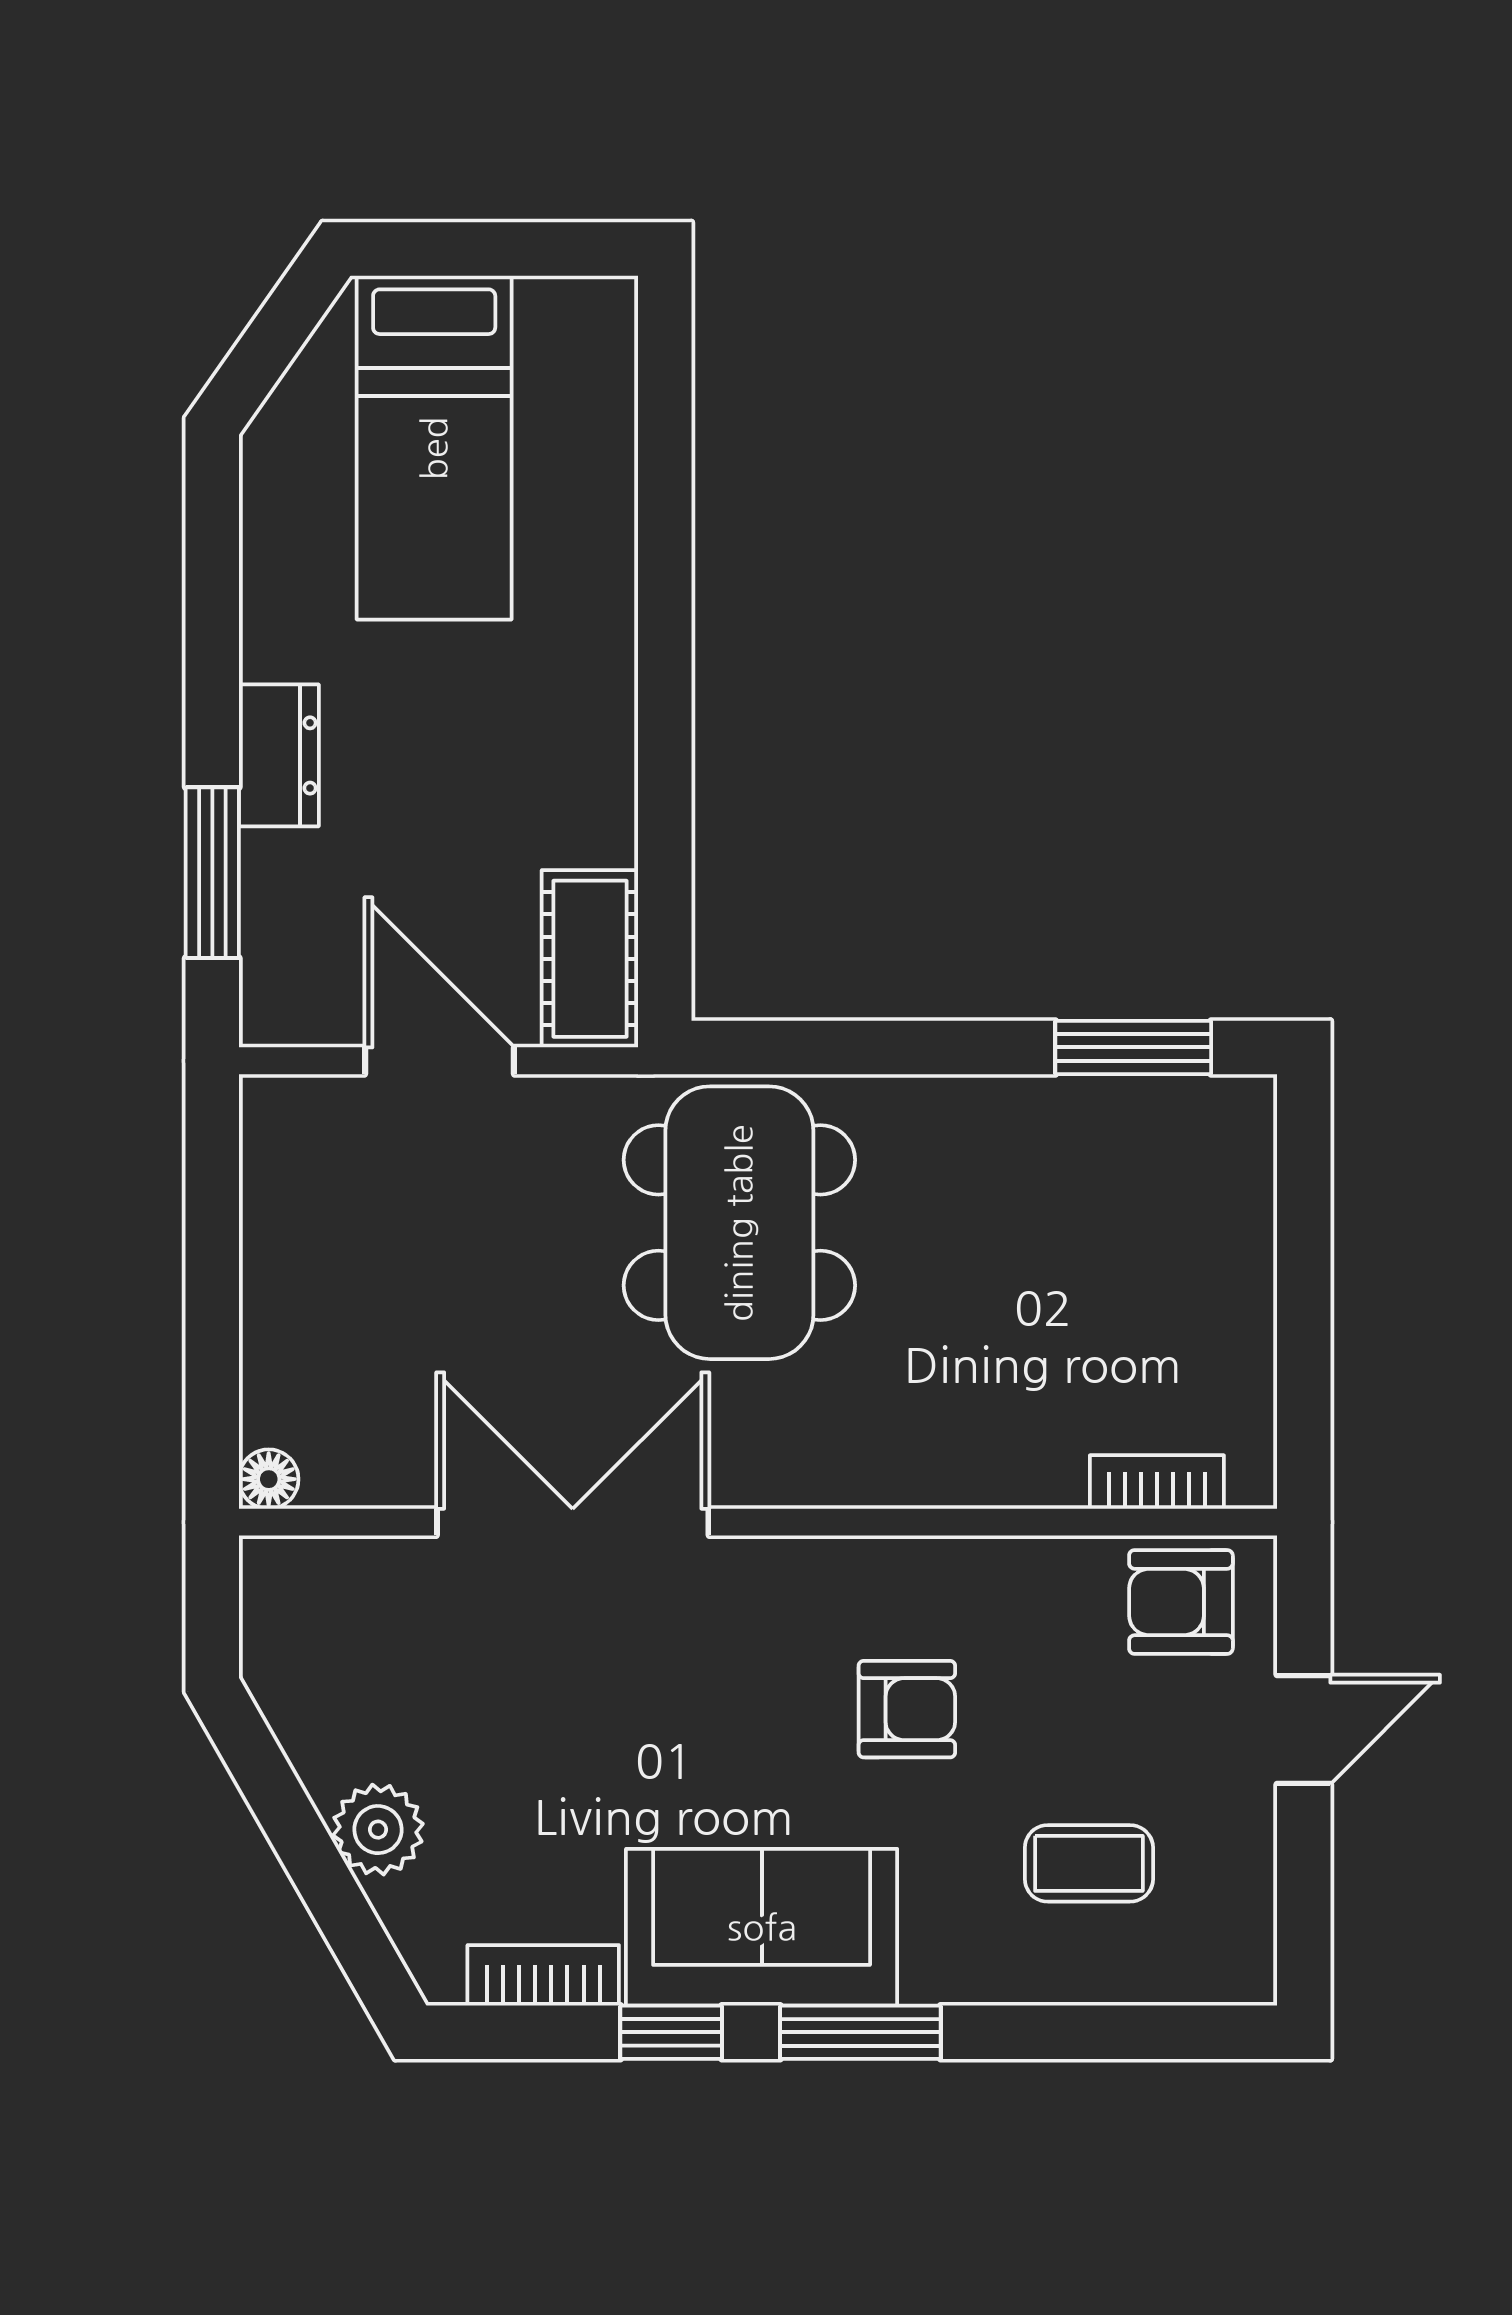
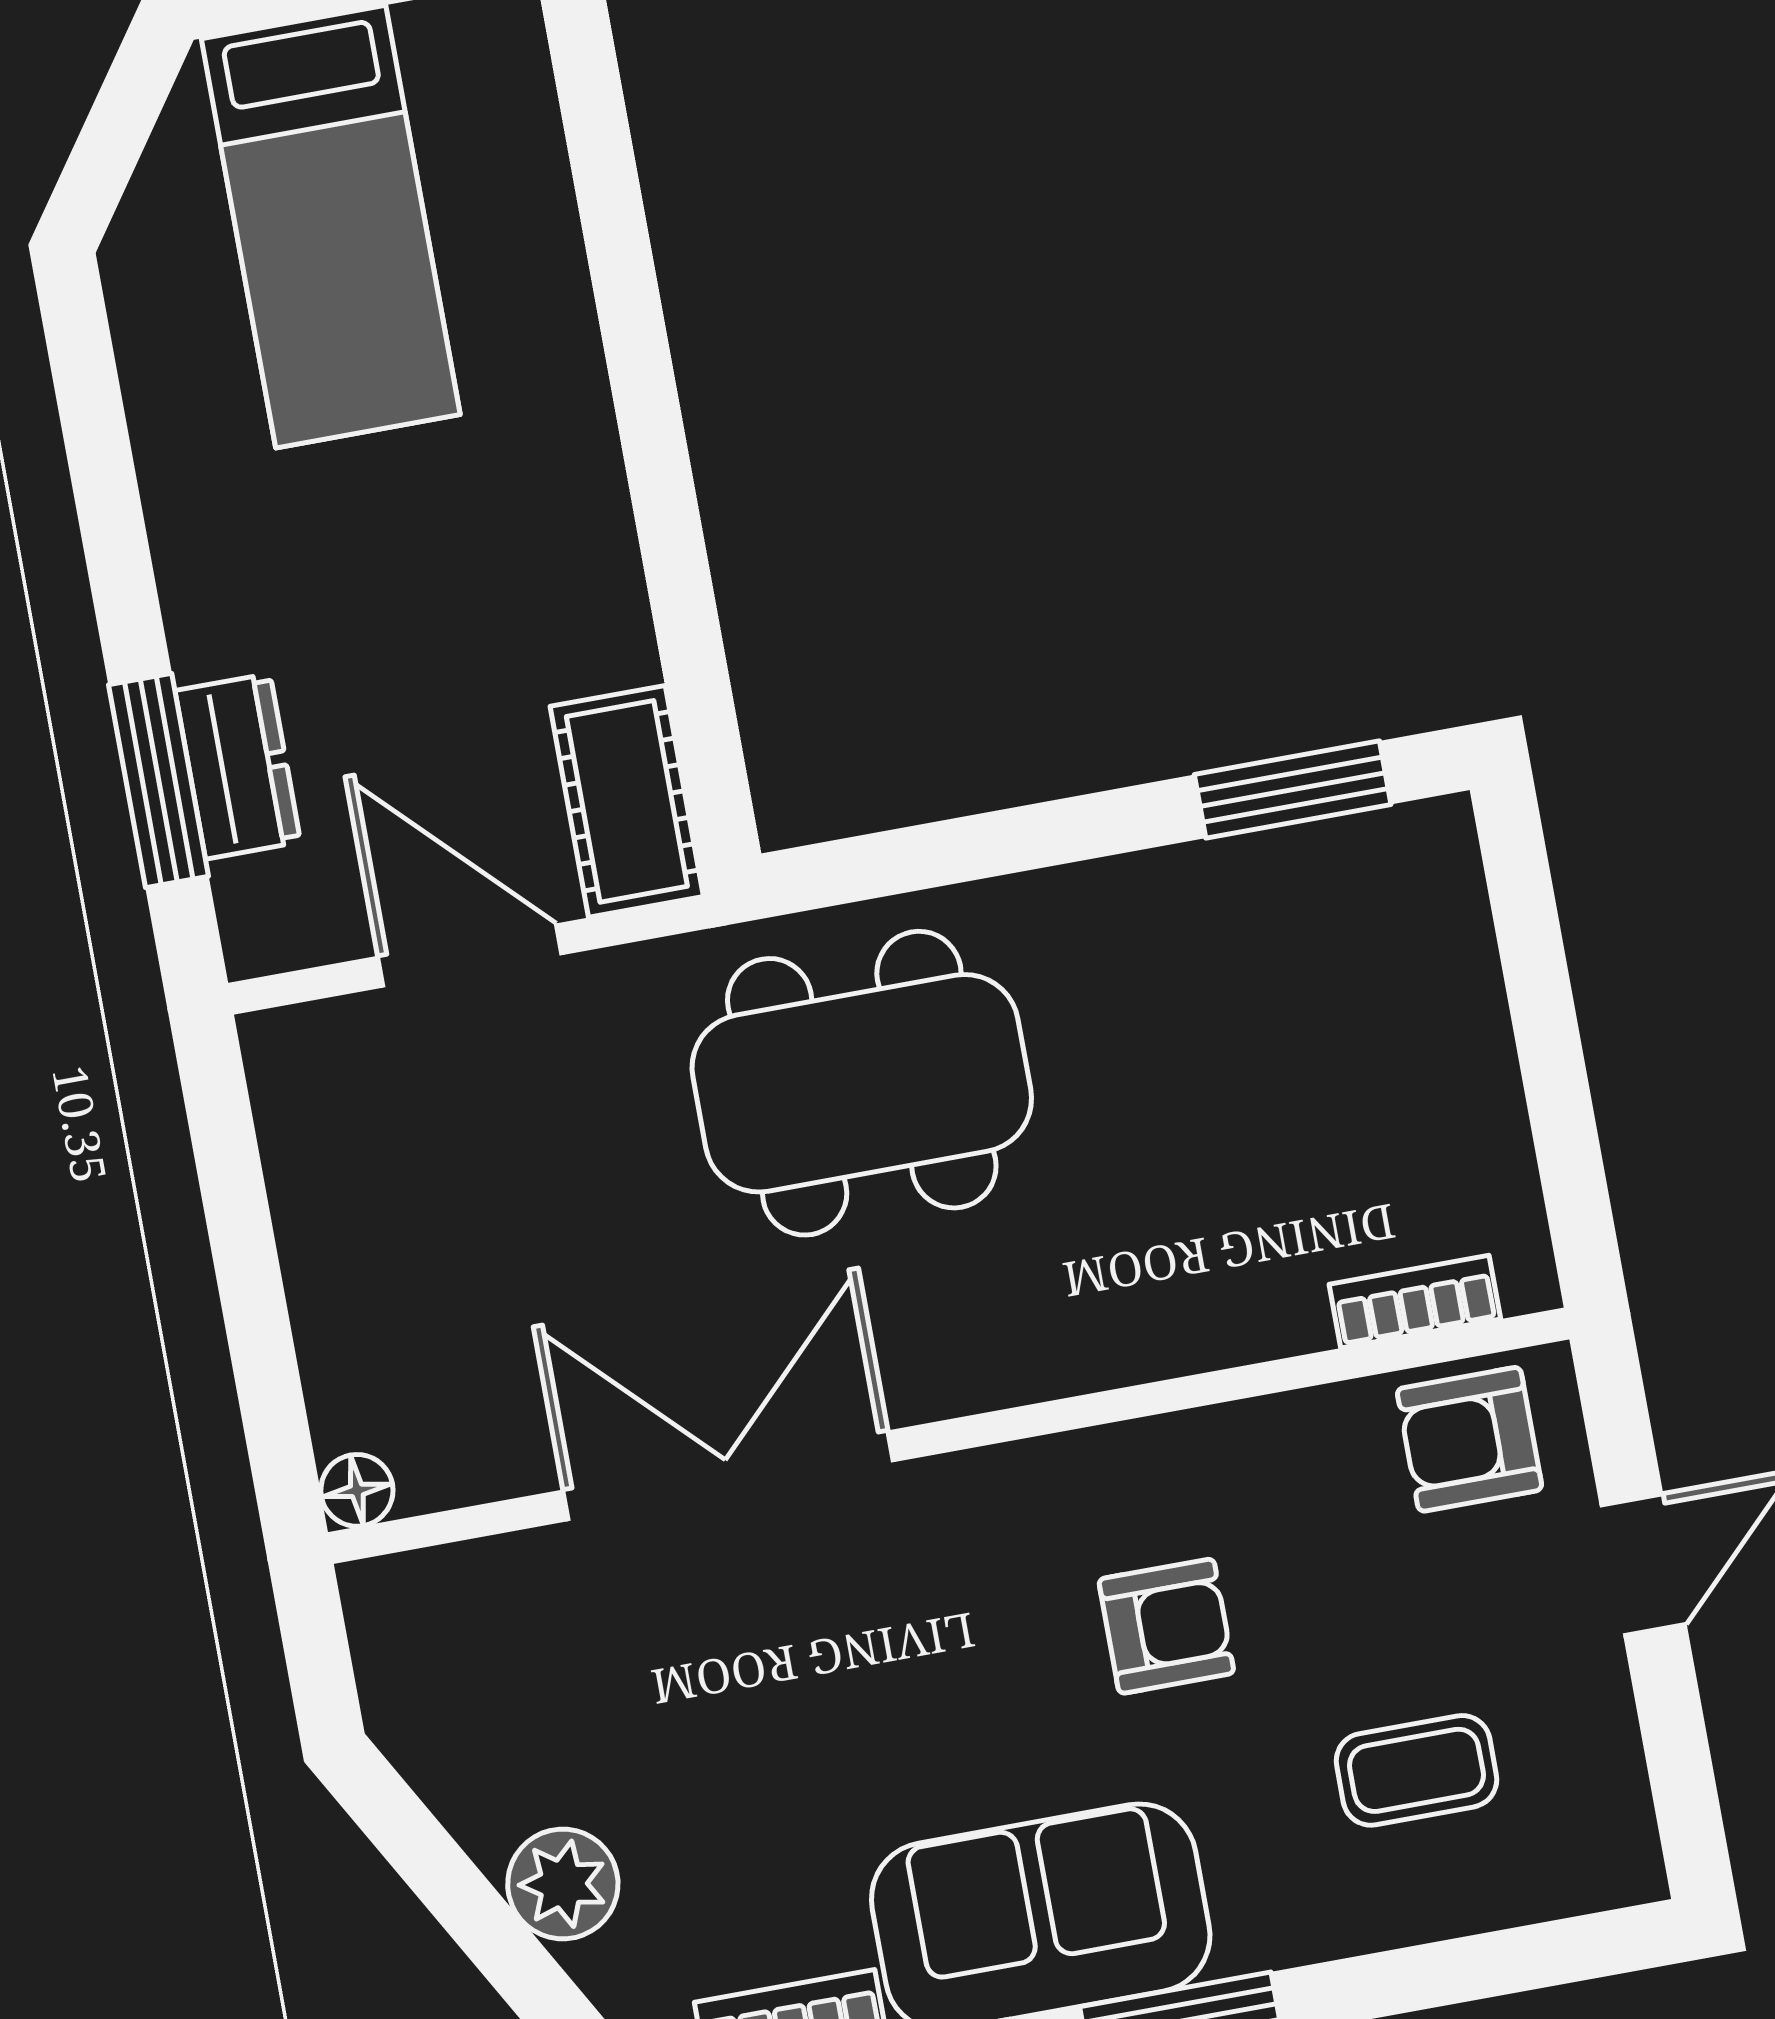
dresser: (279, 755) -> (238, 766), moved
dining table: (739, 1223) -> (862, 1083), turned 90

